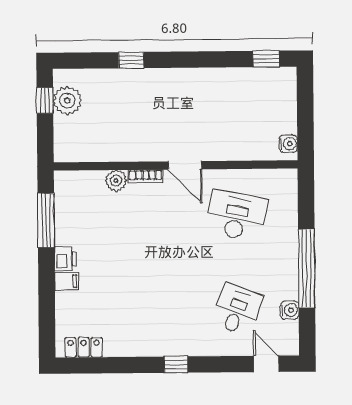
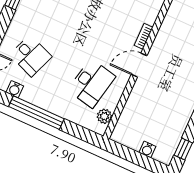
water cooler: (288, 144) -> (147, 149), moved
plant: (116, 181) -> (104, 116), moved

